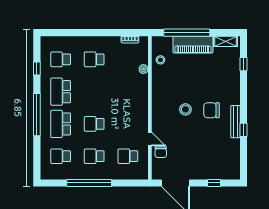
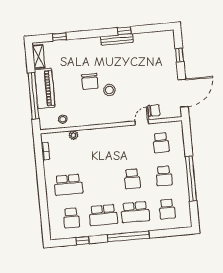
school desk: (94, 59) -> (68, 185), width x1.85
chair: (211, 110) -> (90, 81), moved

